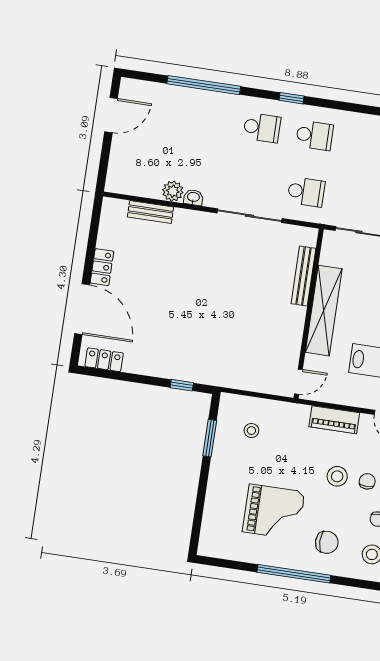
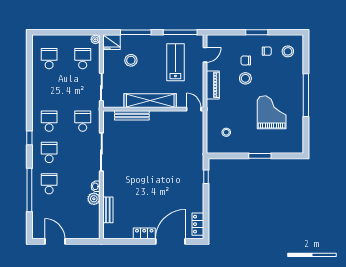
school desk: (209, 120) -> (49, 184), added
window: (210, 438) -> (260, 156), moved
chair: (327, 542) -> (285, 79), removed

